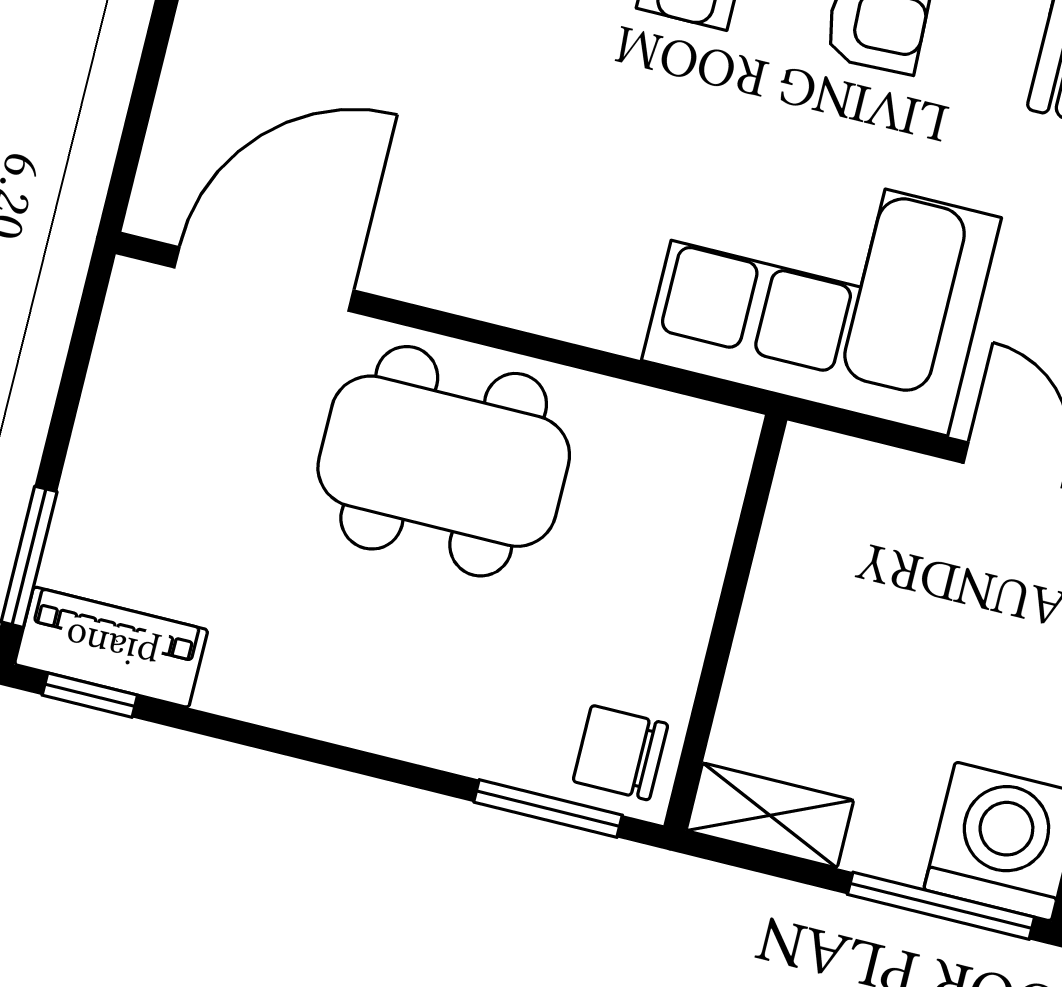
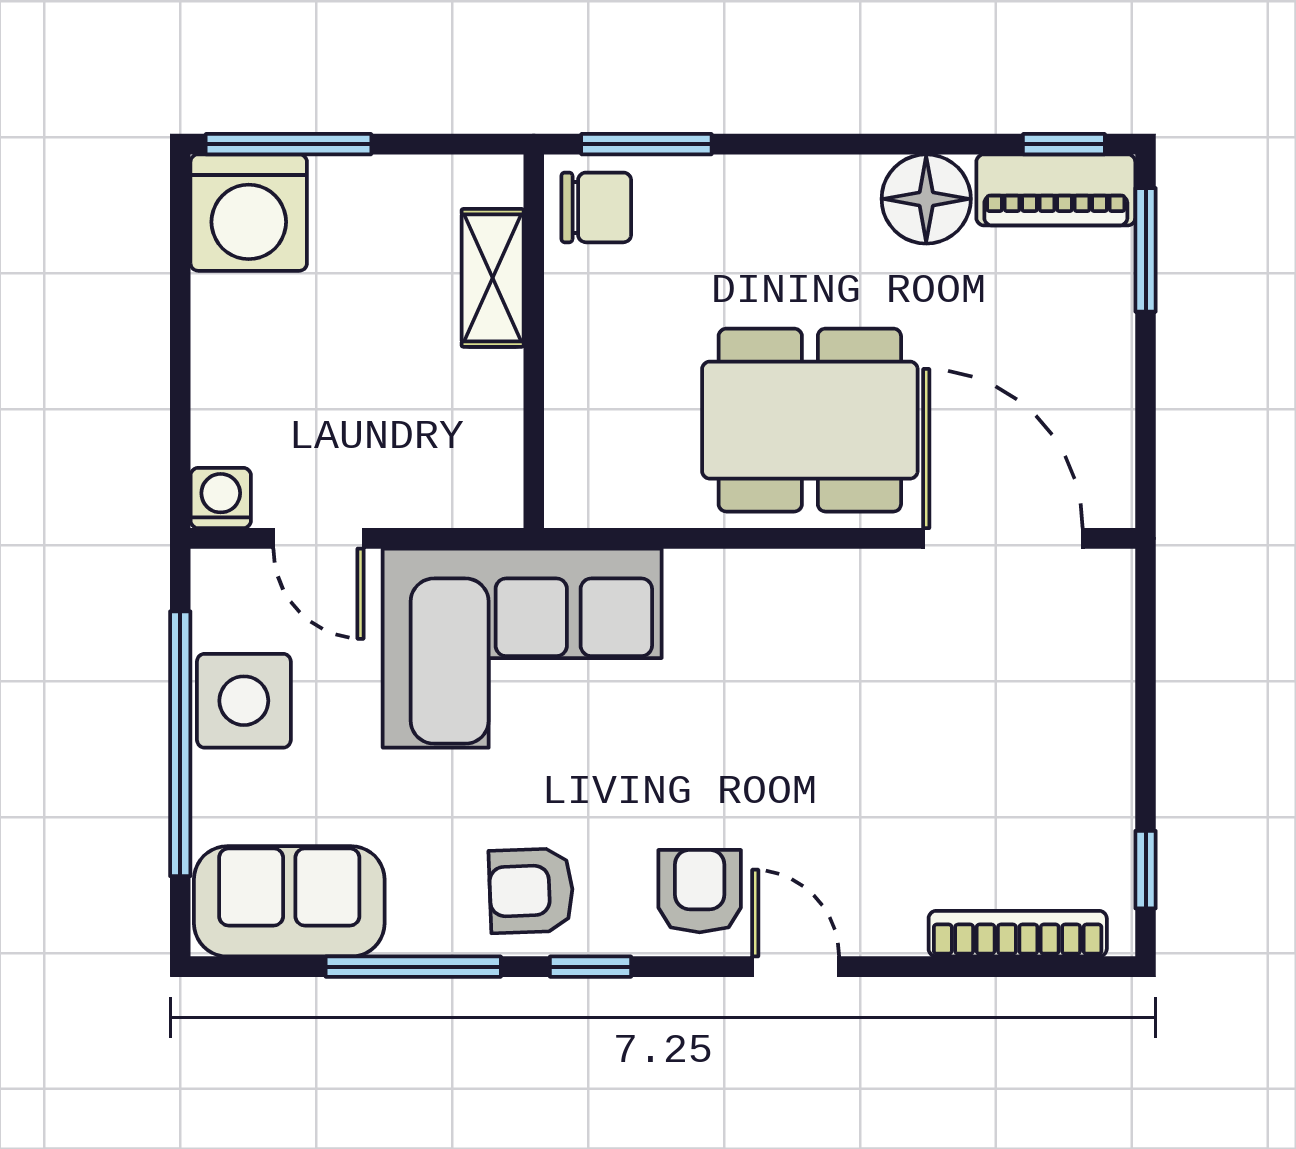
door: (264, 279) -> (1003, 538), swing flipped
floor lamp: (256, 672) -> (926, 199), added
shelving: (770, 815) -> (493, 278), moved, turned 90

